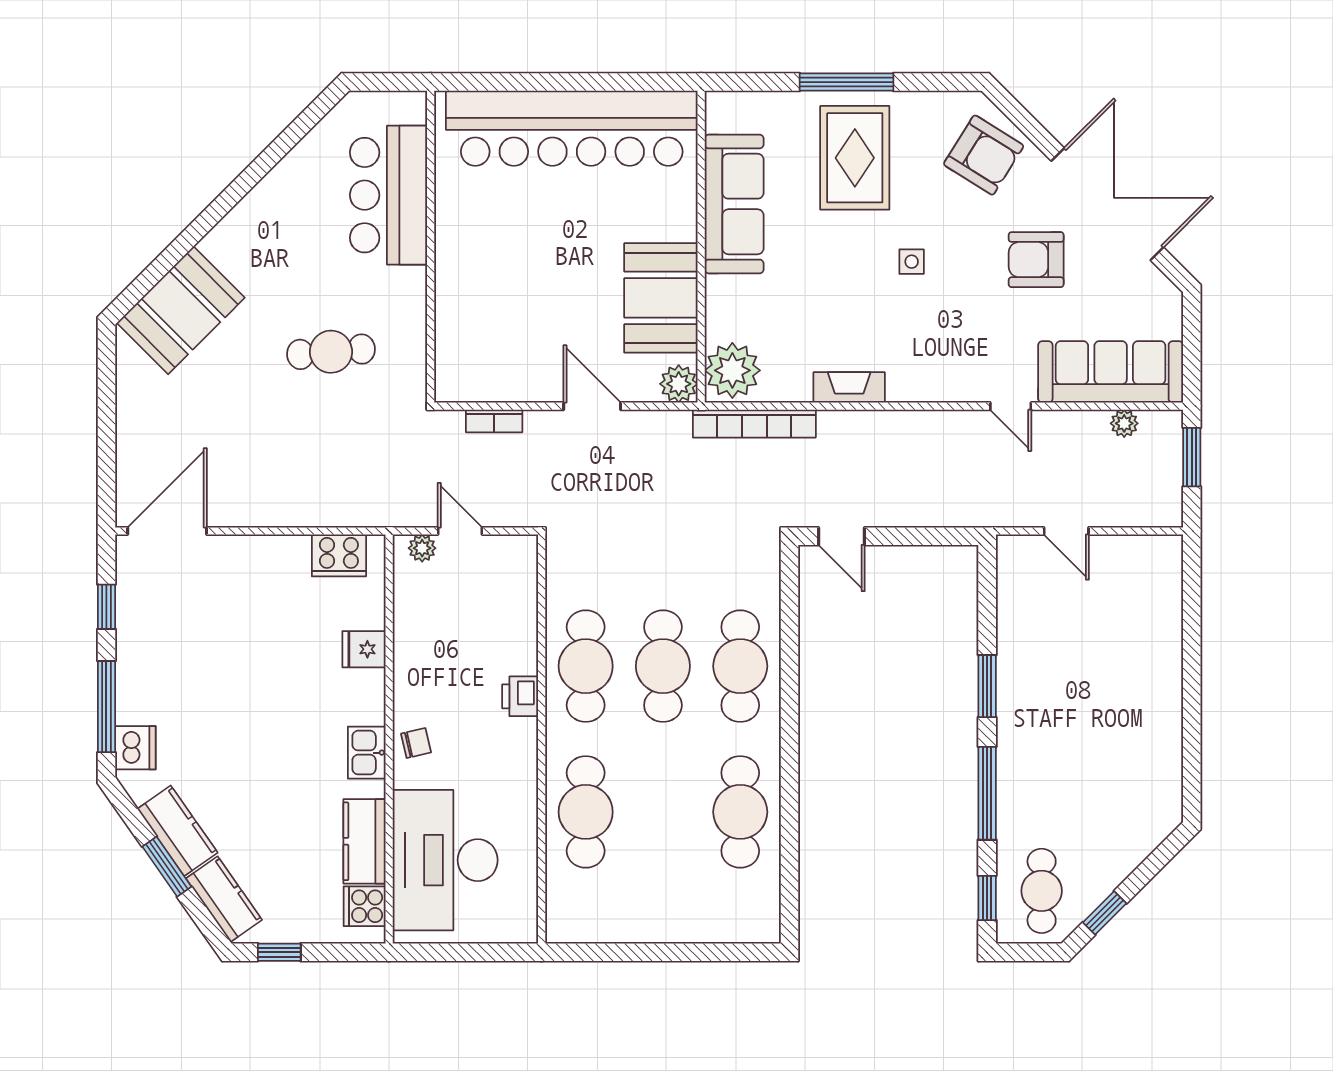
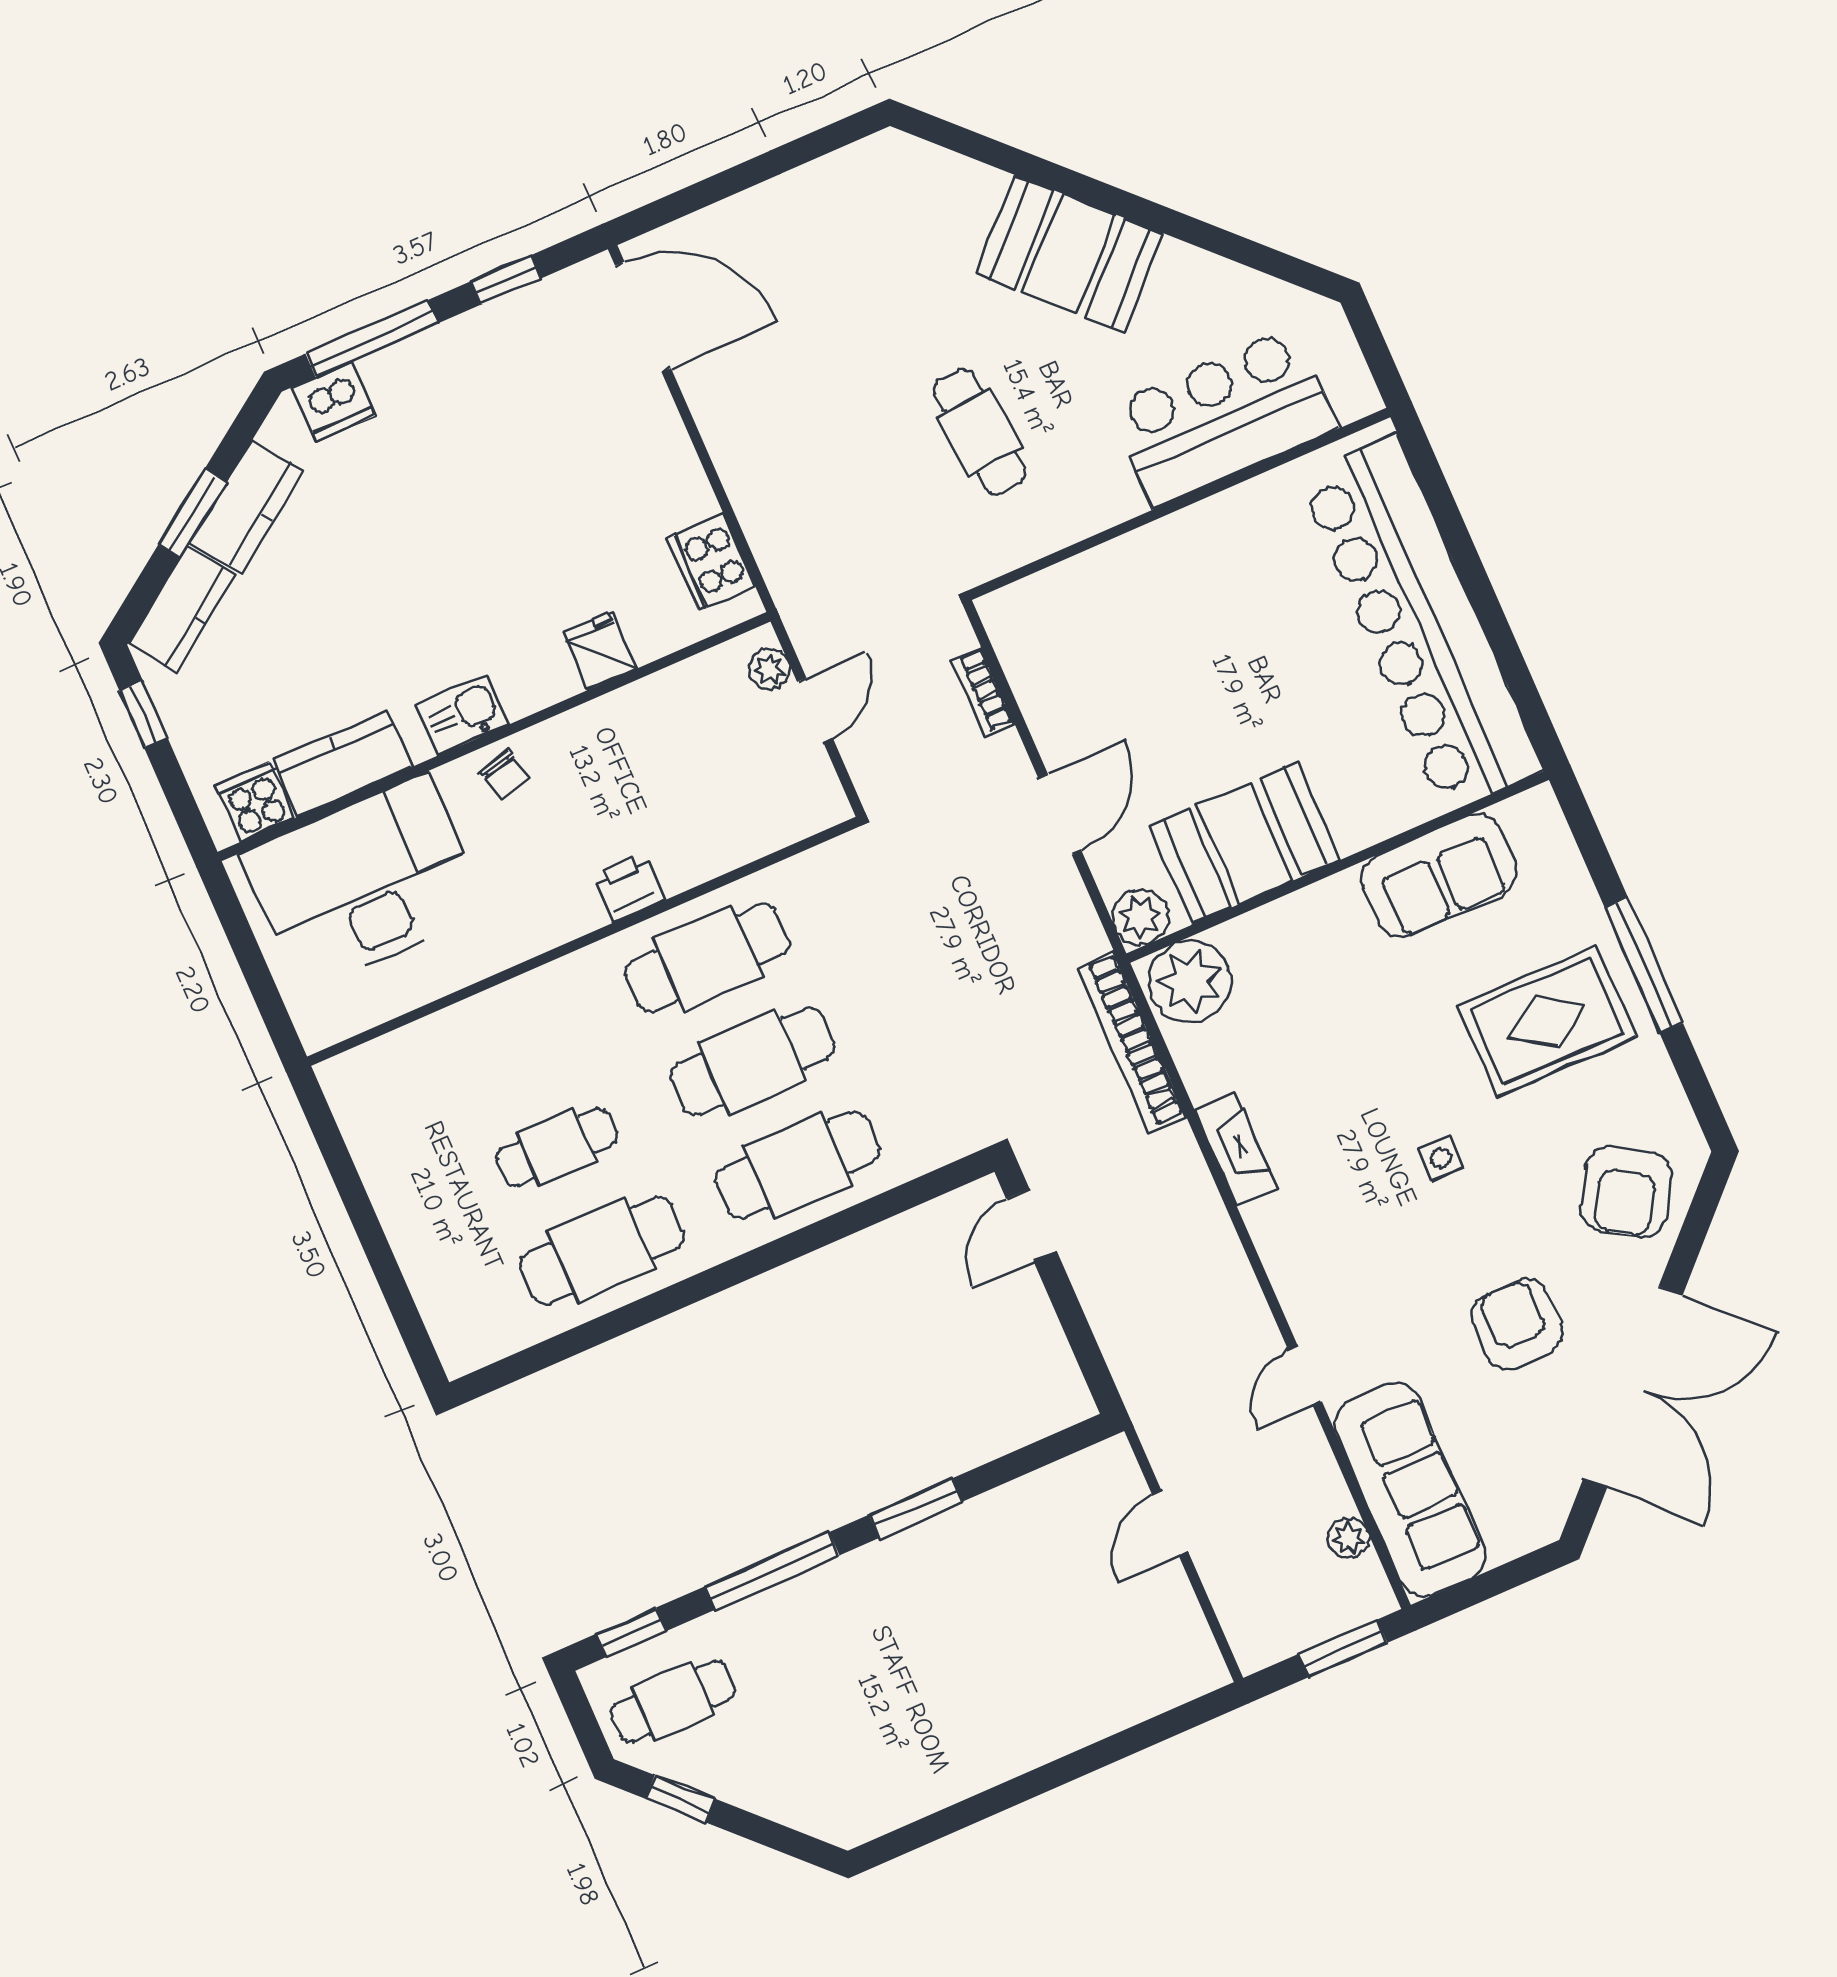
sofa: (734, 204) -> (1439, 875), width x0.73
booth: (181, 310) -> (1070, 254), moved
cafe table: (586, 812) -> (557, 1147), moved, width x0.73, depth x0.74

